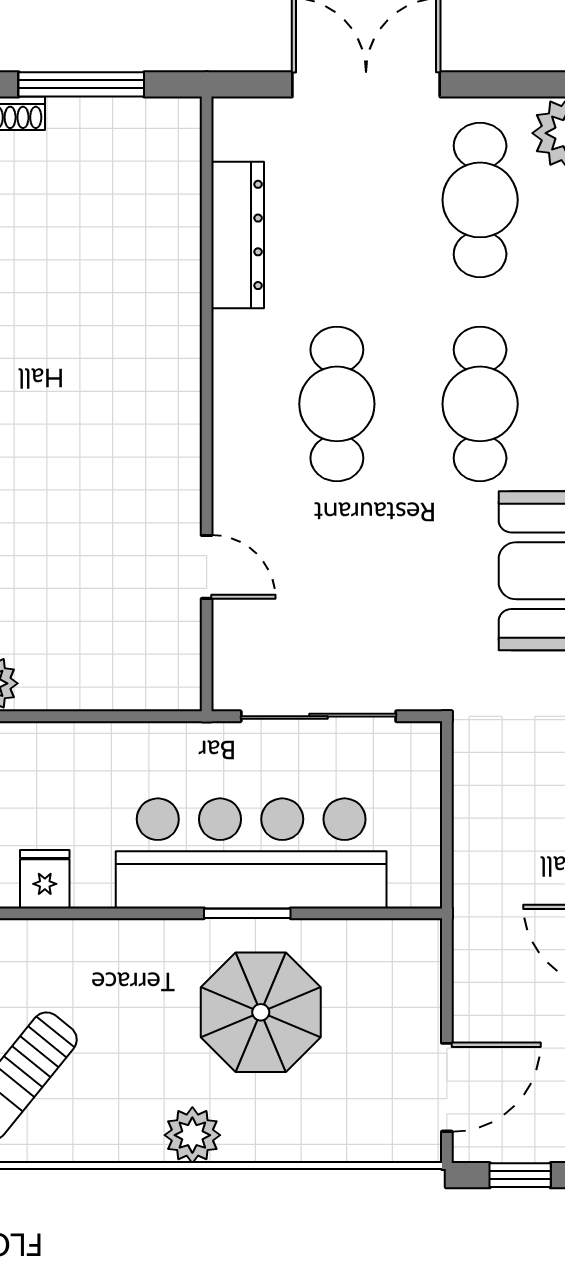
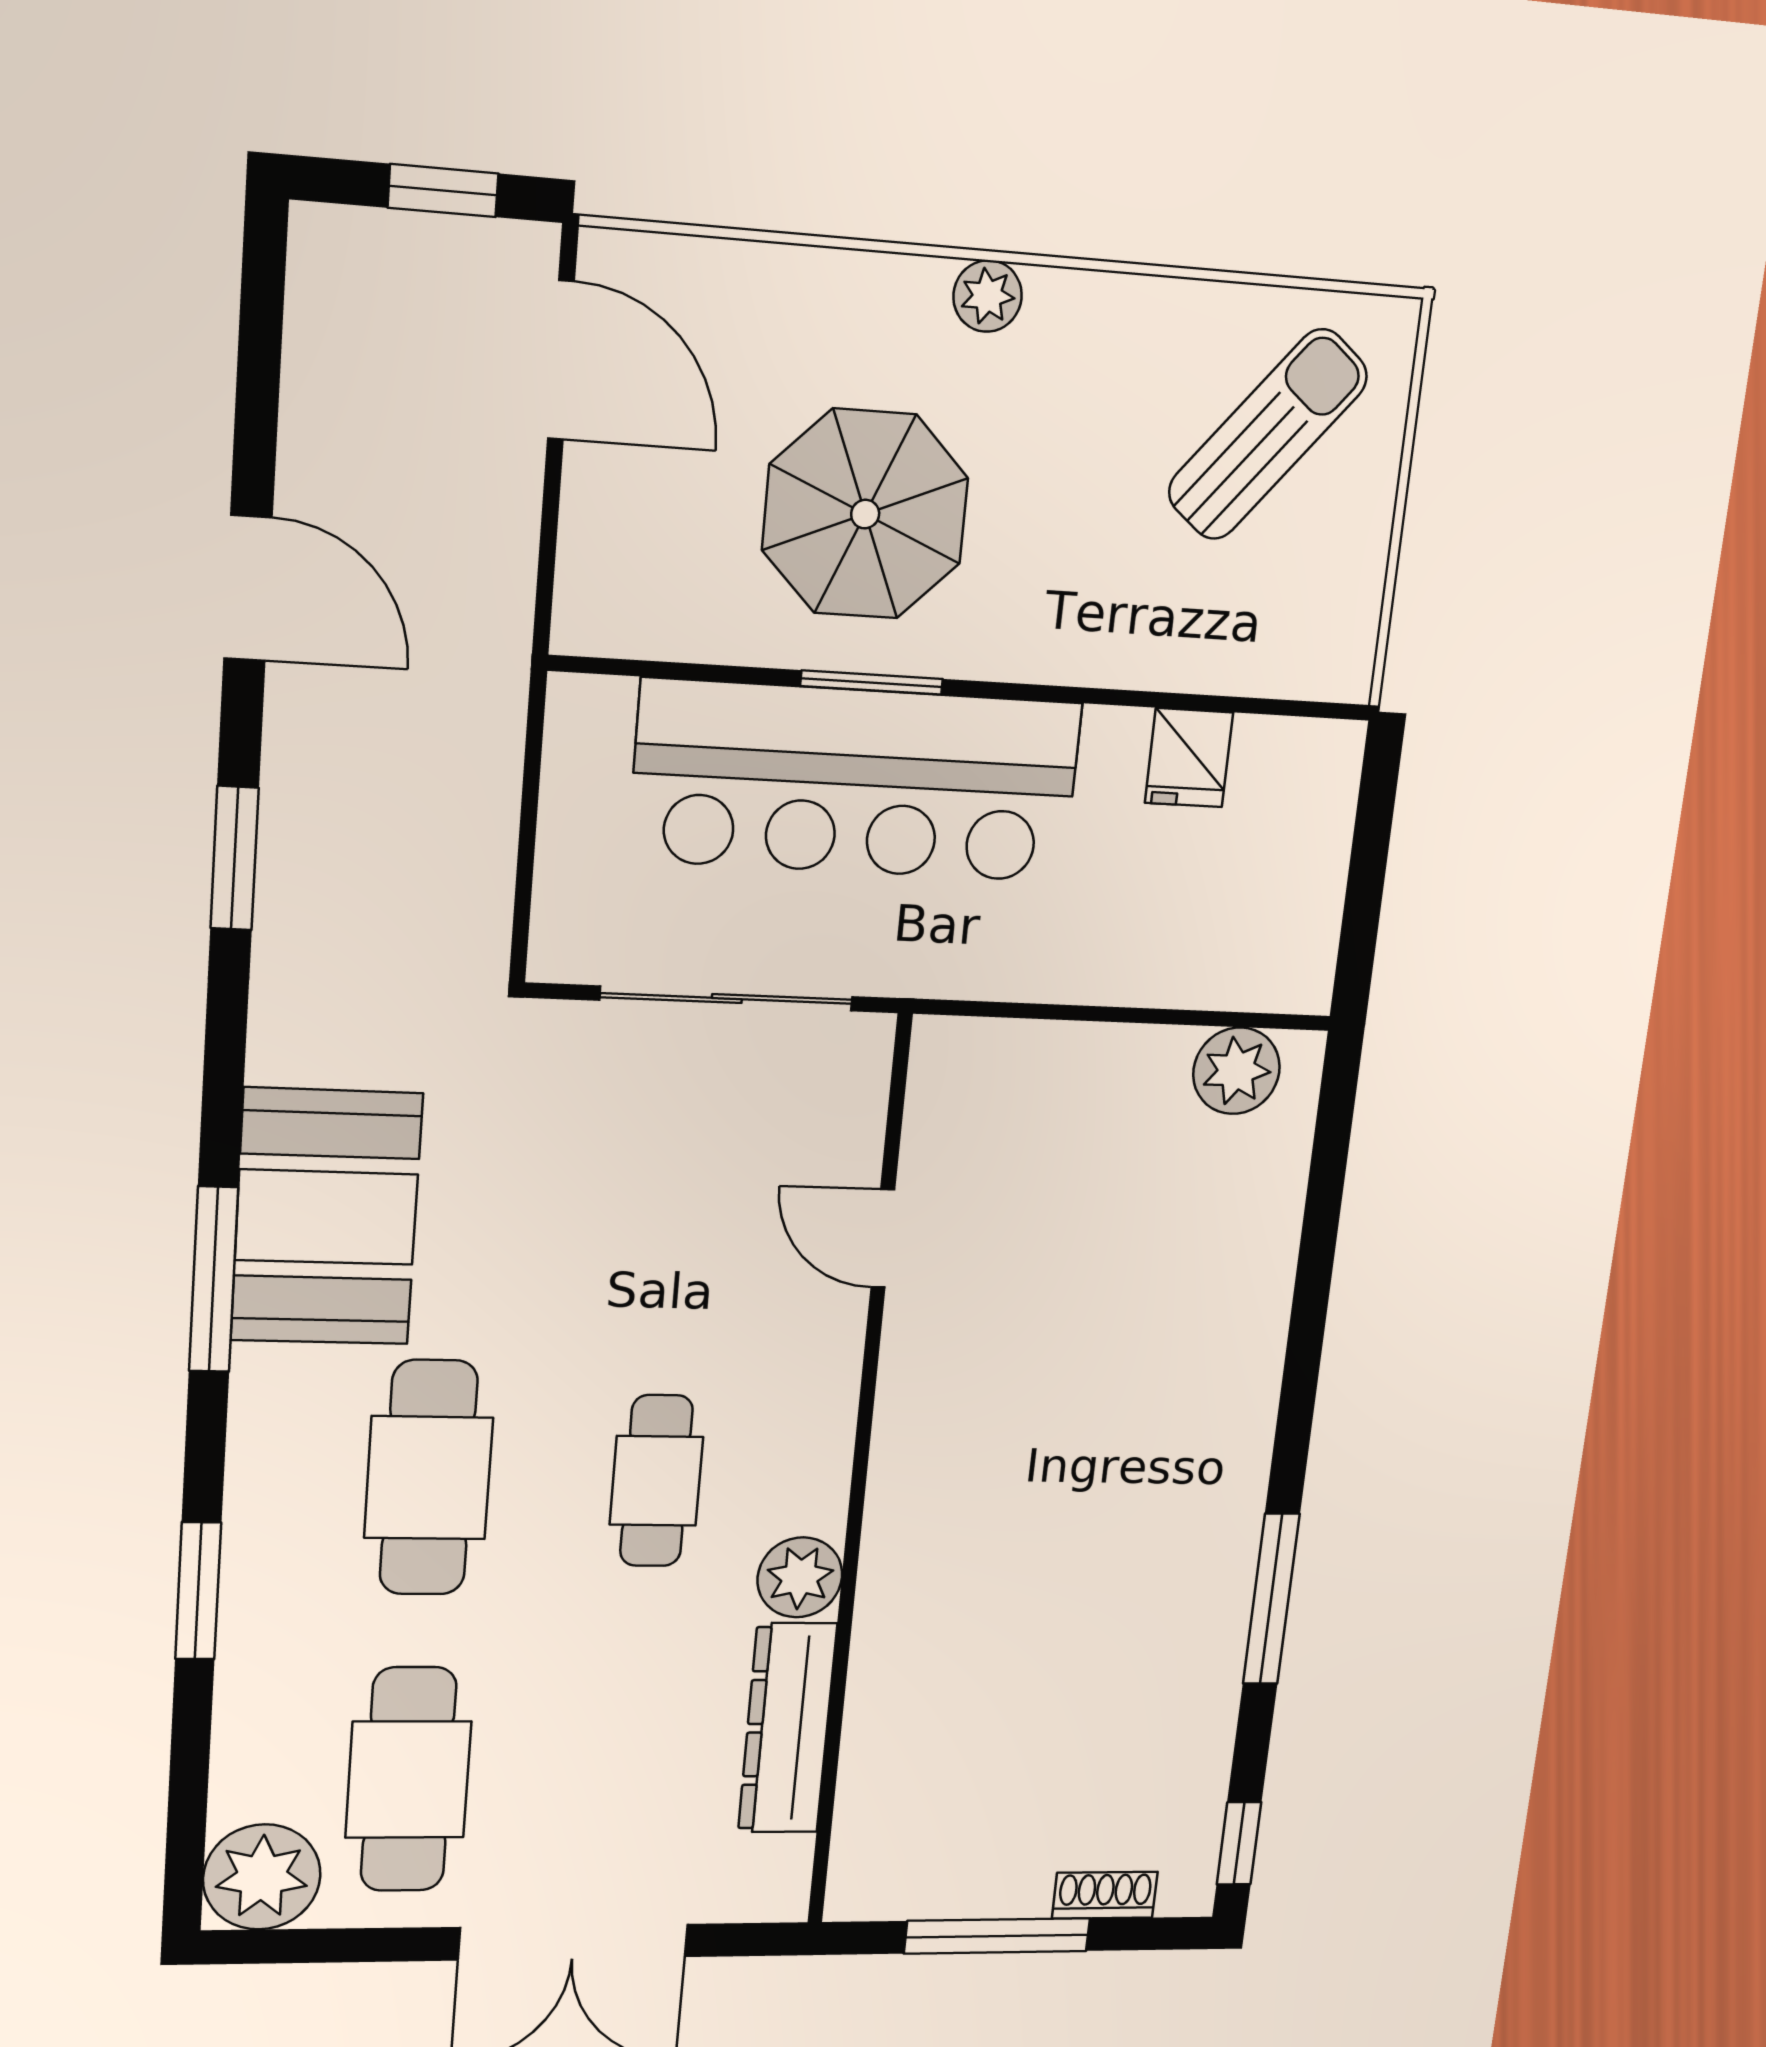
plant: (239, 340) -> (800, 1577), added
cafe table: (337, 404) -> (656, 1481), width x0.73, depth x0.74
door: (447, 1087) -> (561, 360), swing flipped
plant: (192, 1135) -> (988, 296), width x0.73, depth x0.73

